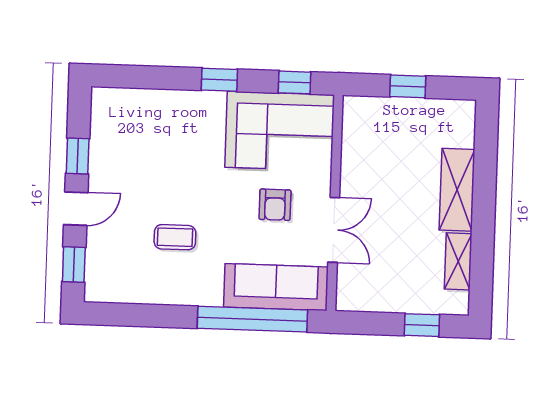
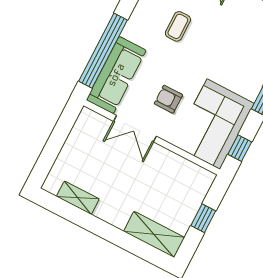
shelving: (457, 190) -> (154, 234), moved
window: (422, 325) -> (49, 156), removed

